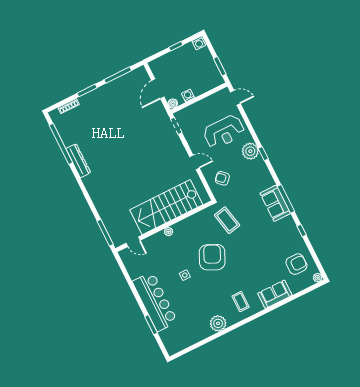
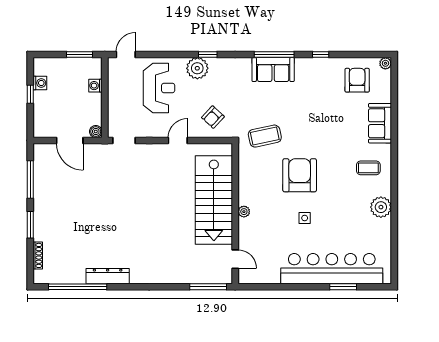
washing machine: (199, 43) -> (40, 83), moved
washing machine: (188, 96) -> (95, 86), moved
door: (133, 242) -> (235, 259), hinge flipped
armchair: (212, 257) -> (300, 175), turned 65
bar counter: (155, 302) -> (332, 269), width x1.36

